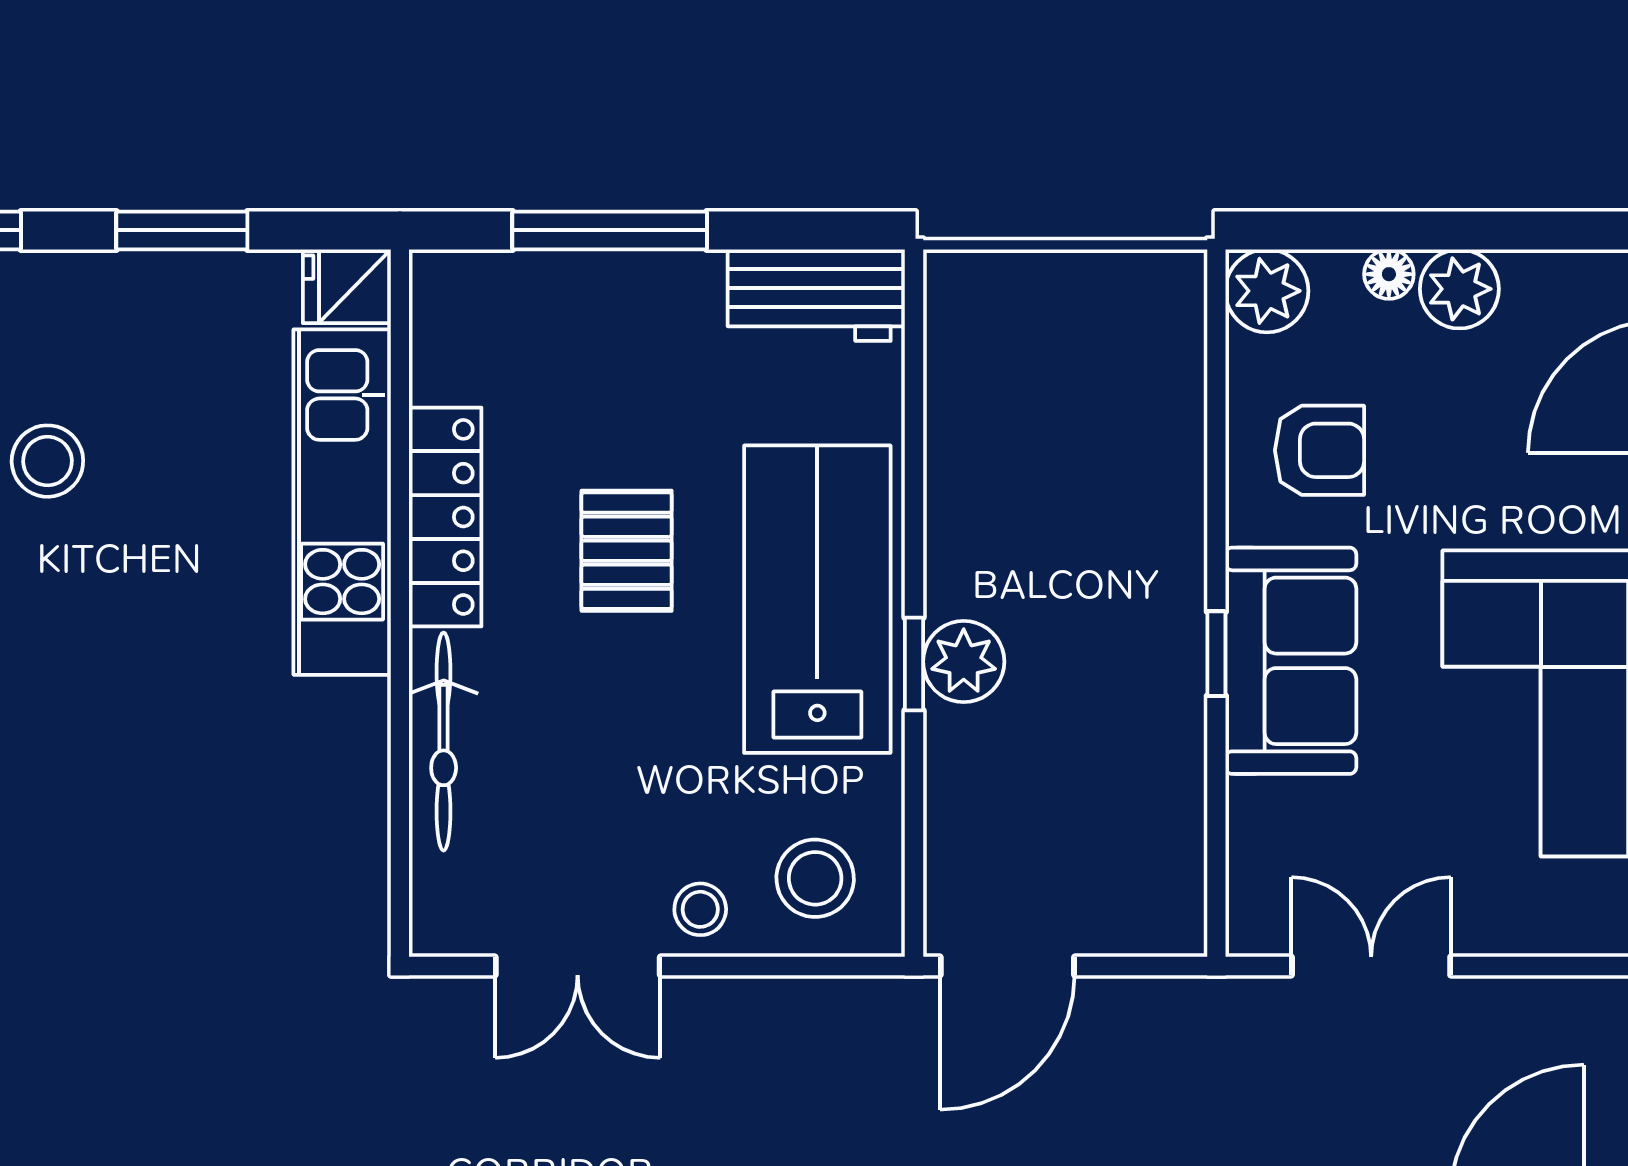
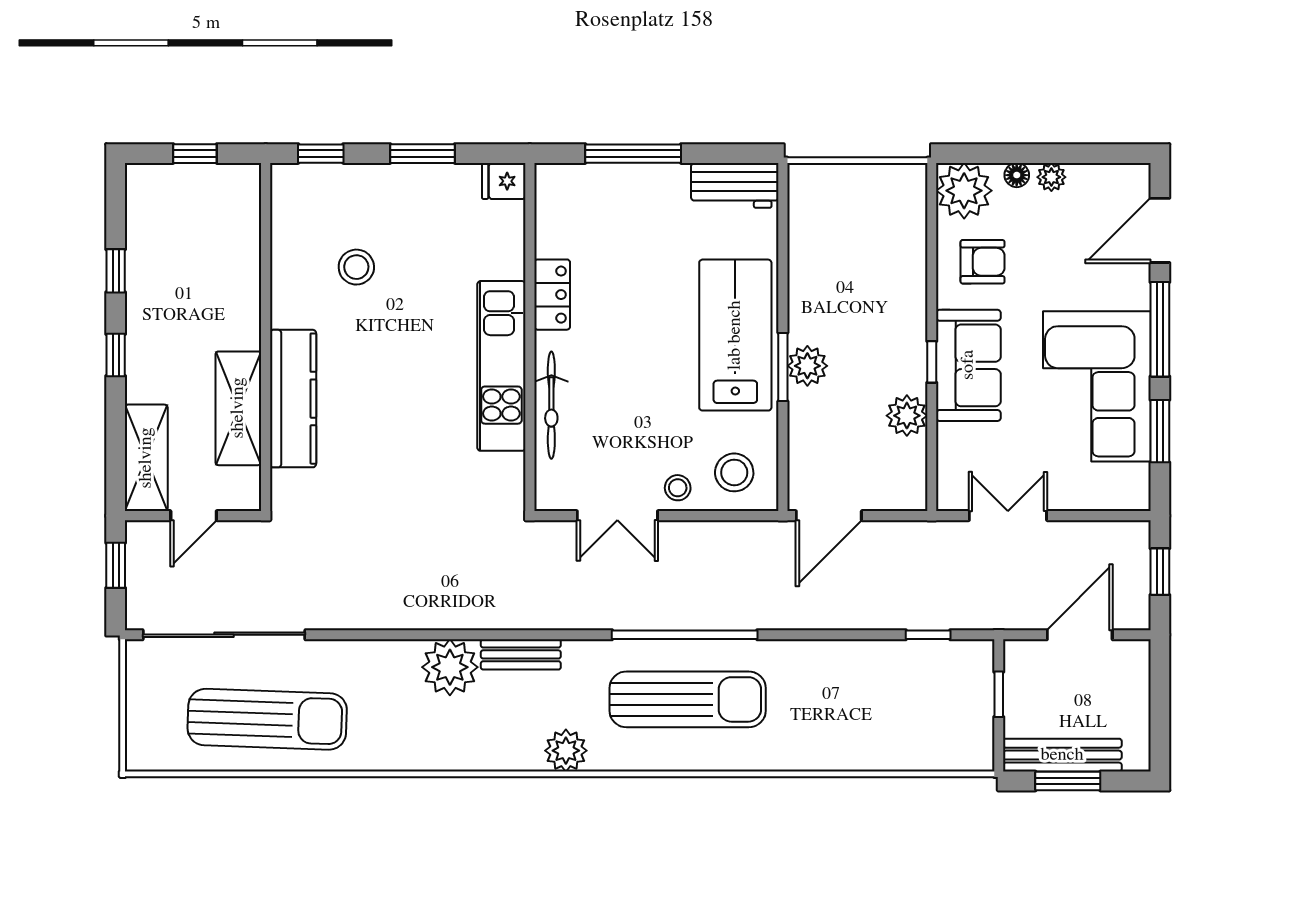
plant: (1459, 289) -> (1051, 177), width x0.73, depth x0.73
plant: (1267, 291) -> (964, 191), width x1.36, depth x1.36
kitchen unit: (342, 502) -> (501, 366), moved
locker: (445, 517) -> (552, 295), width x0.66
pallet: (627, 551) -> (641, 311), removed
window: (914, 664) -> (783, 367), width x1.50
plant: (1166, 763) -> (907, 416), added

